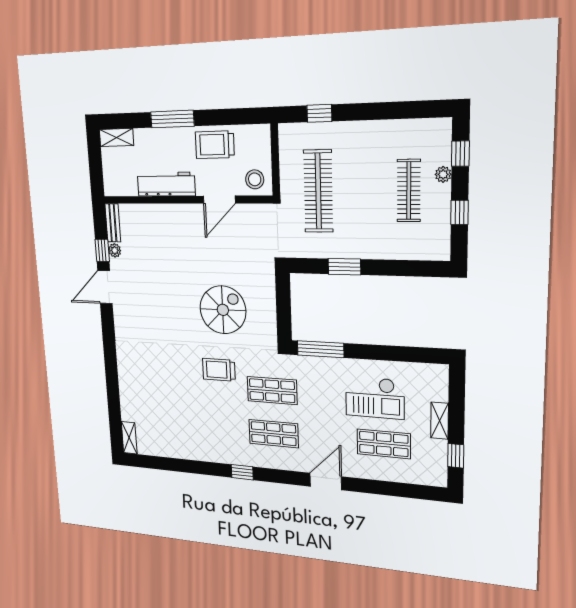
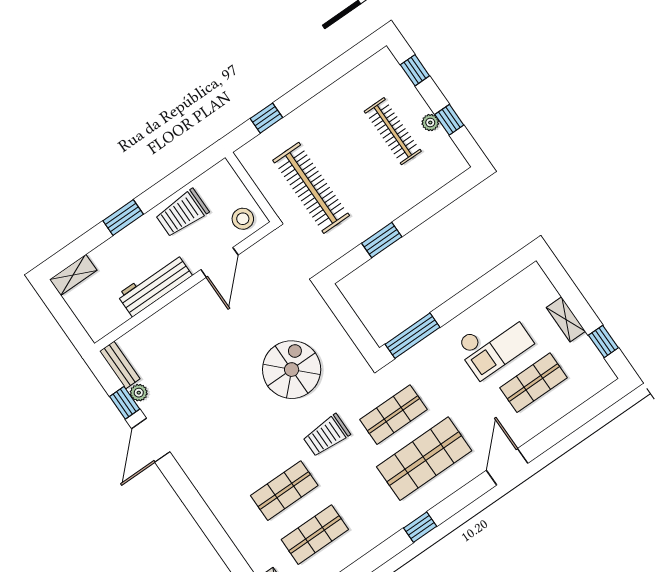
window: (172, 119) -> (123, 218), width x0.69
plant: (443, 174) -> (430, 123), moved
shop shelf: (170, 383) -> (284, 491), added
shop shelf: (173, 424) -> (315, 535), added
shop shelf: (274, 434) -> (424, 459), width x1.43, depth x1.36

